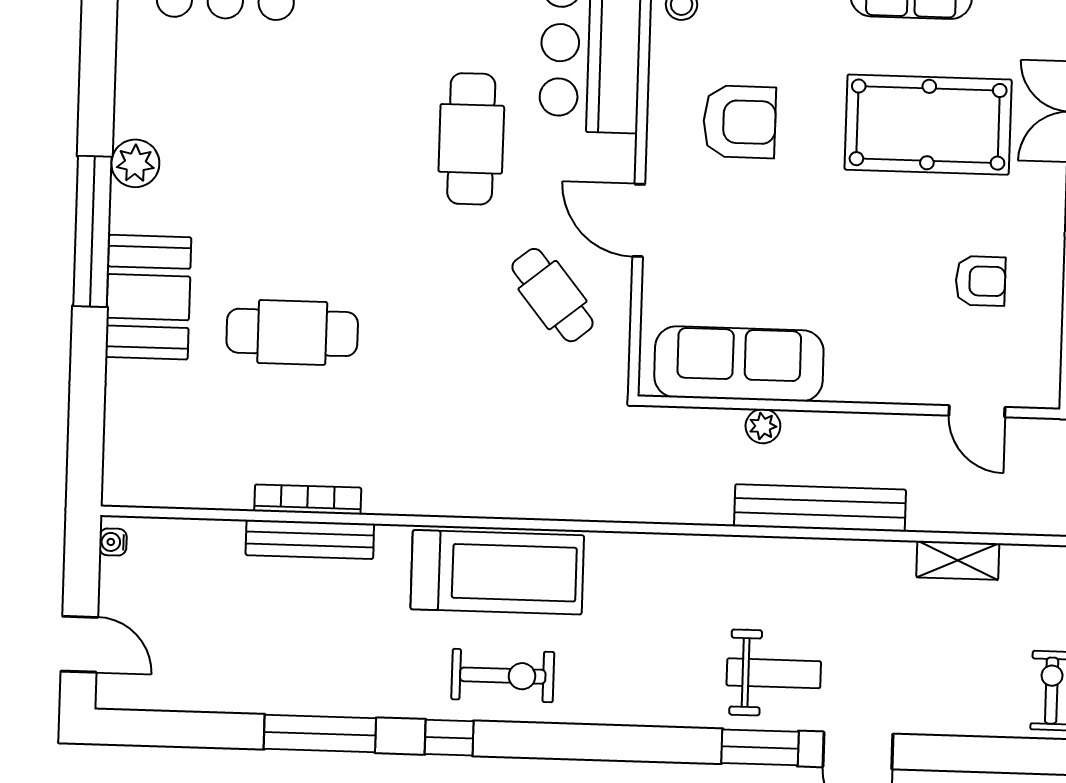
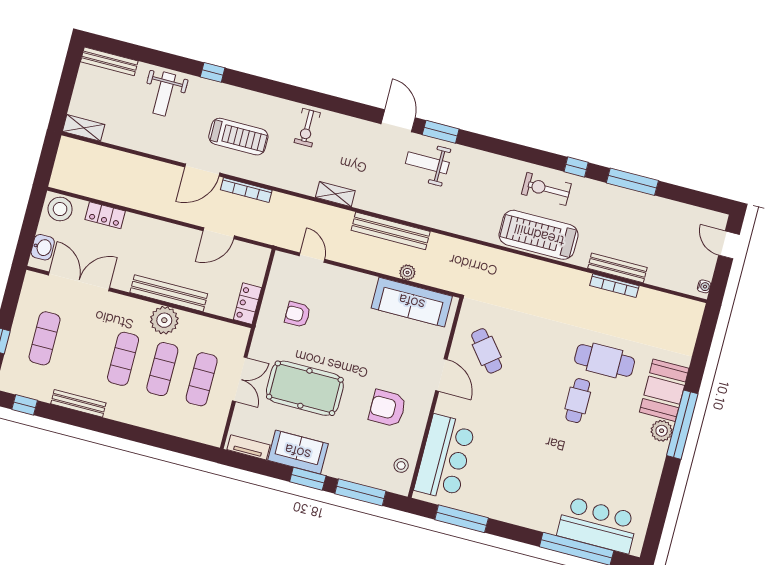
cafe table: (471, 139) -> (578, 401), moved, width x0.73, depth x0.74
plant: (135, 163) -> (662, 431), moved

